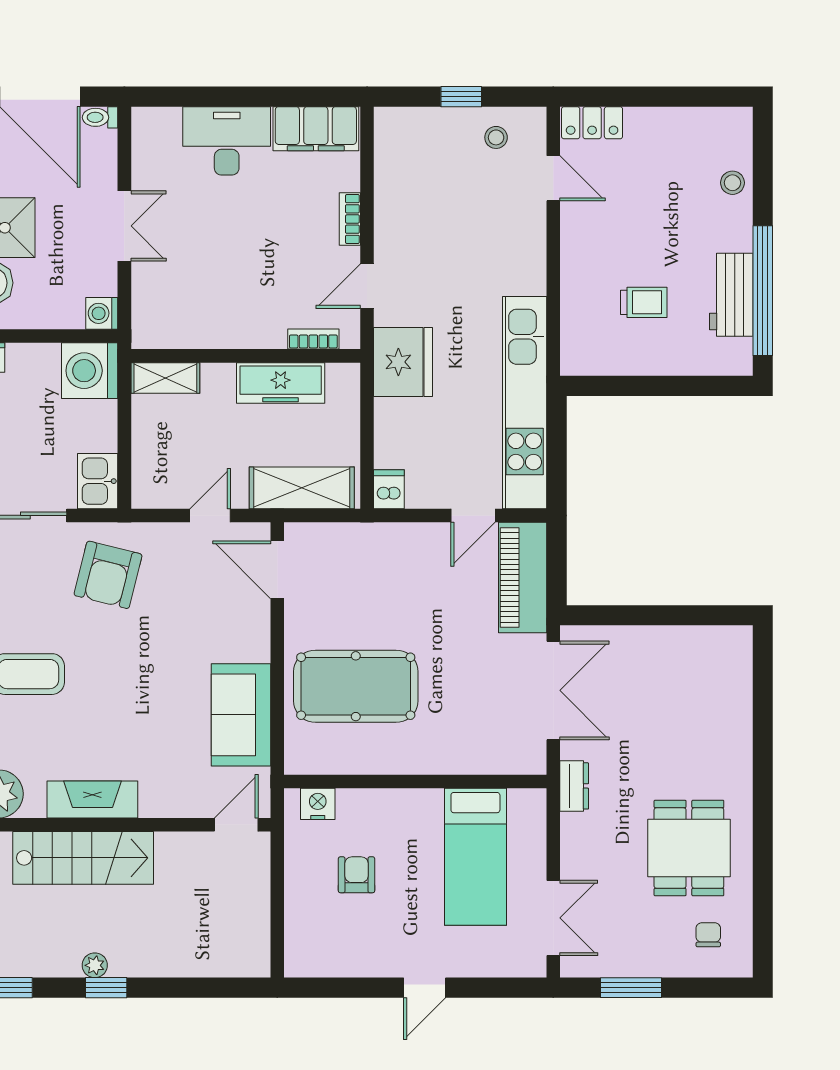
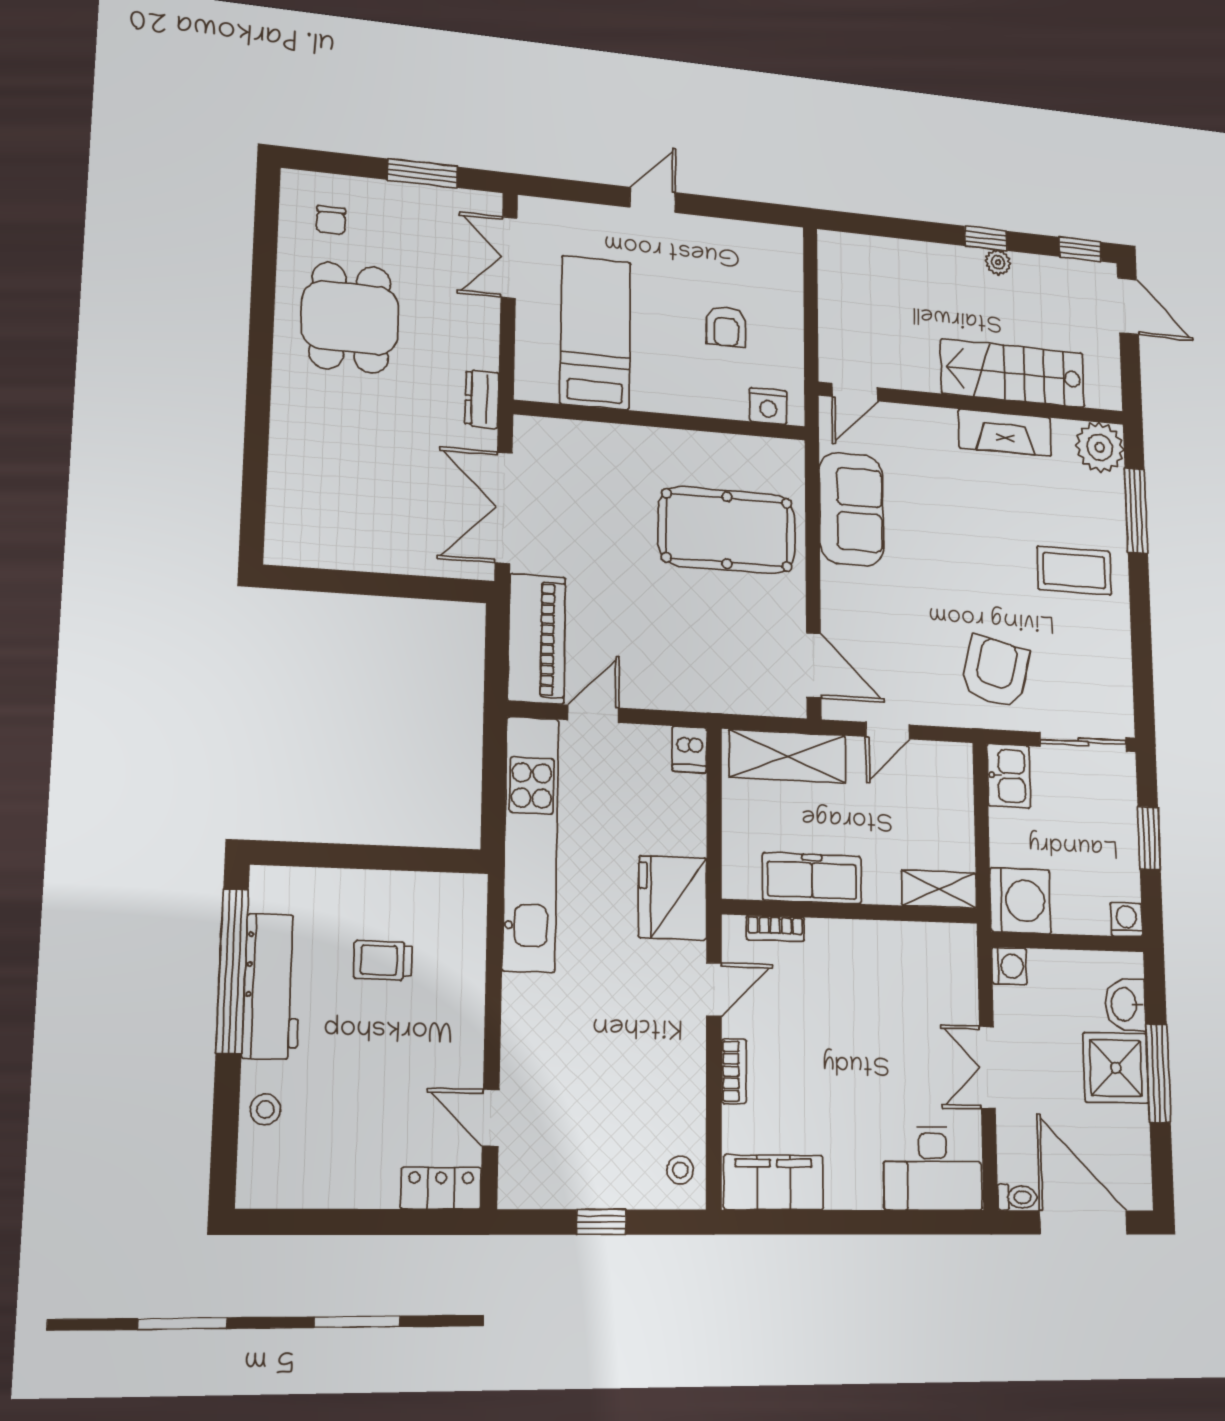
stool: (496, 137) -> (680, 1170), moved
desk: (227, 141) -> (933, 1168), moved
workbench: (731, 295) -> (272, 986), width x1.38

